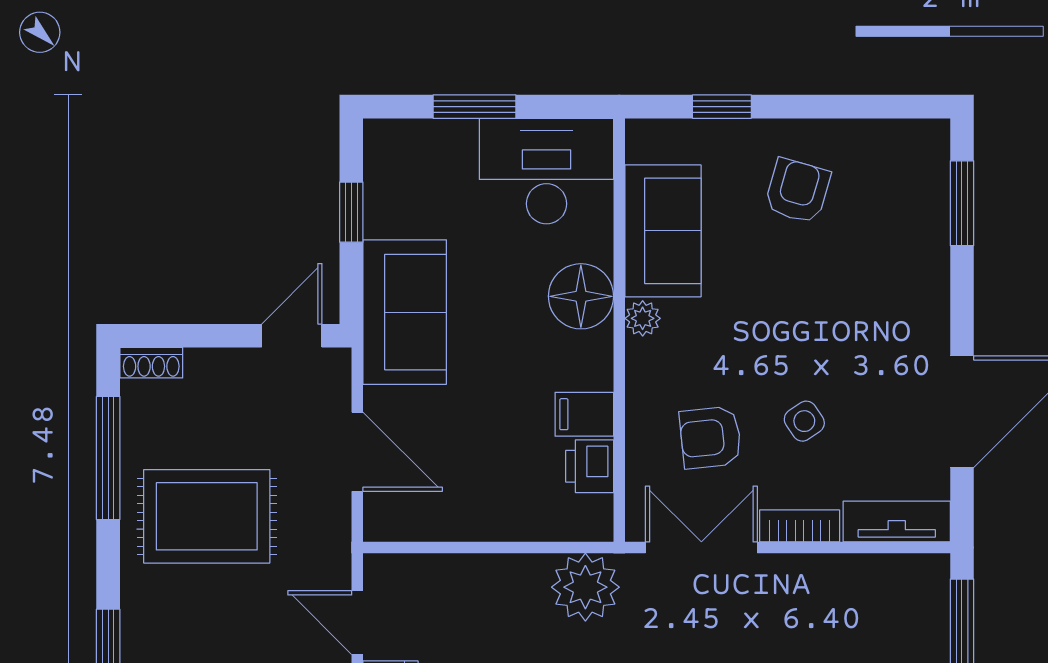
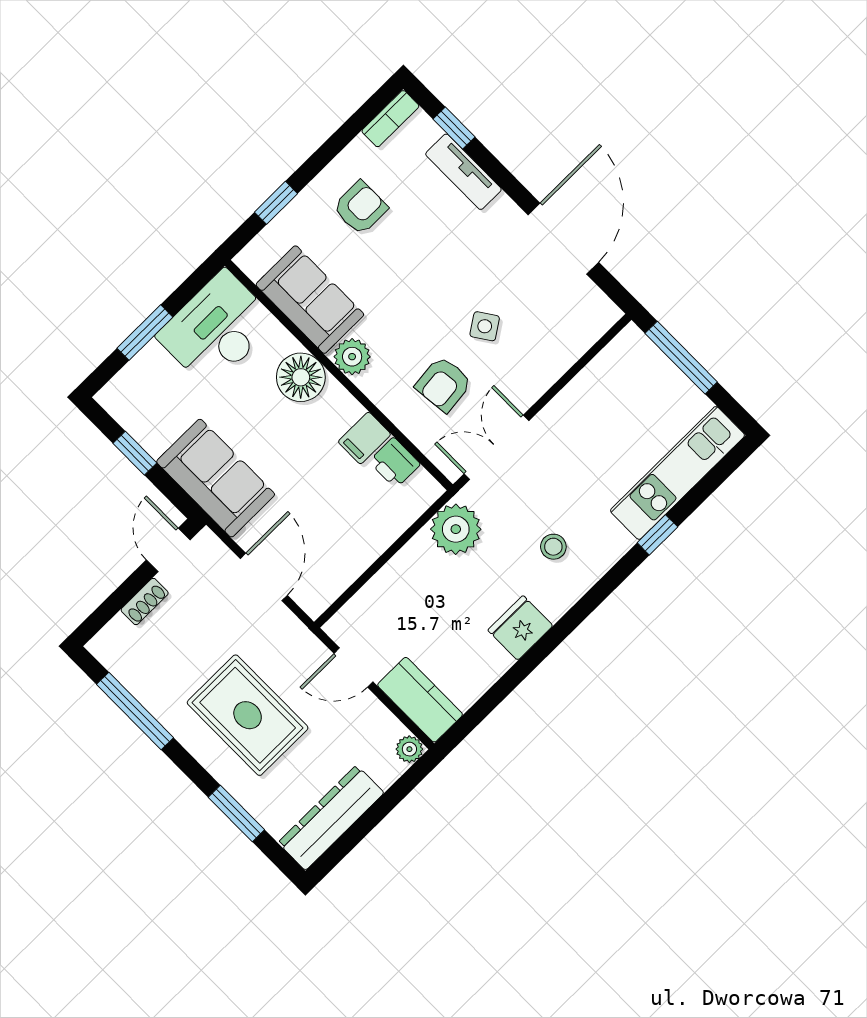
armchair: (798, 191) -> (360, 208), turned 74
window: (962, 203) -> (454, 128), width x0.67
plant: (643, 318) -> (352, 357), width x1.38, depth x1.38
shoe rack: (151, 363) -> (145, 601), moved
door: (357, 452) -> (264, 577), hinge flipped
rug: (207, 516) -> (248, 715), moved, turned 90
tv unit: (897, 522) -> (463, 172), moved, turned -90
bookcase: (800, 526) -> (390, 119), moved, turned 180

